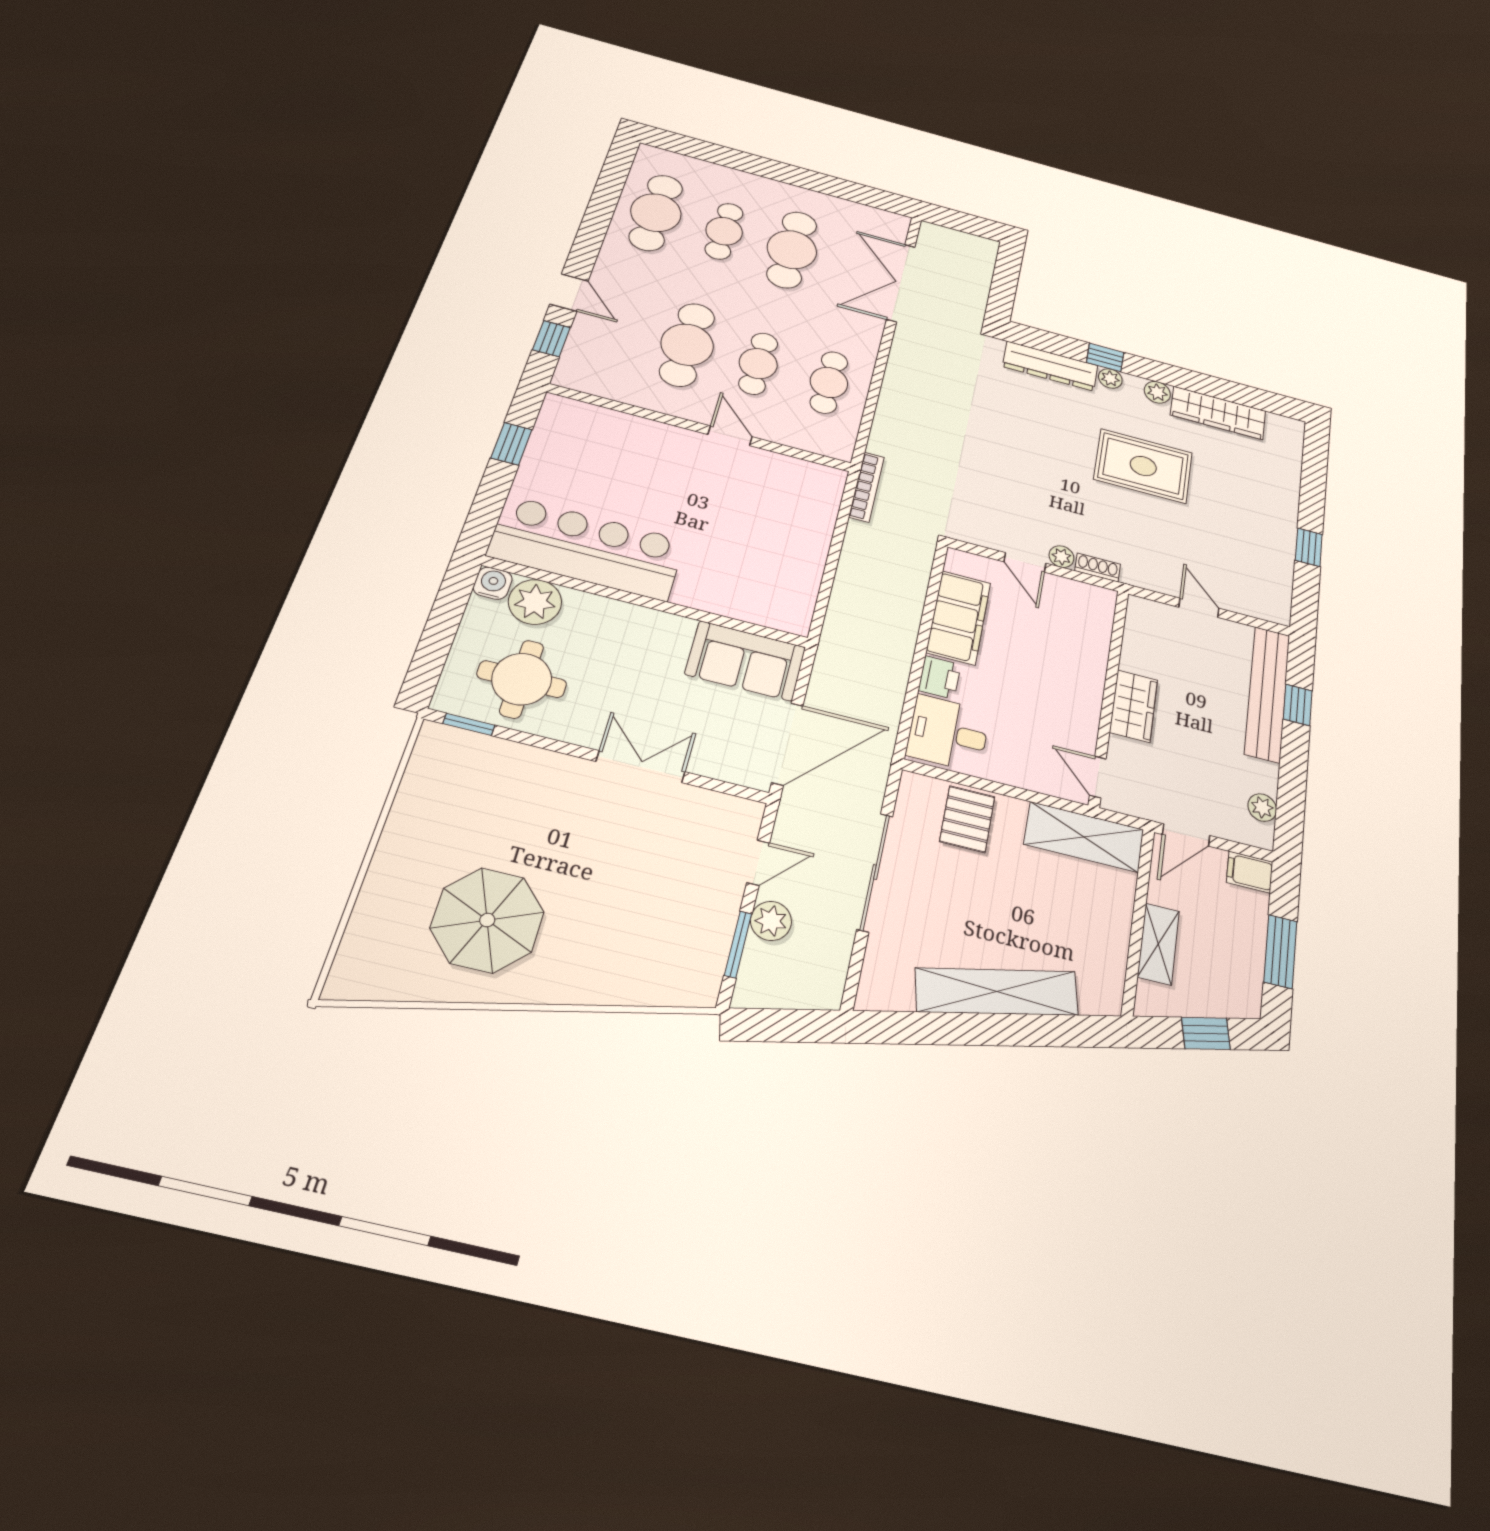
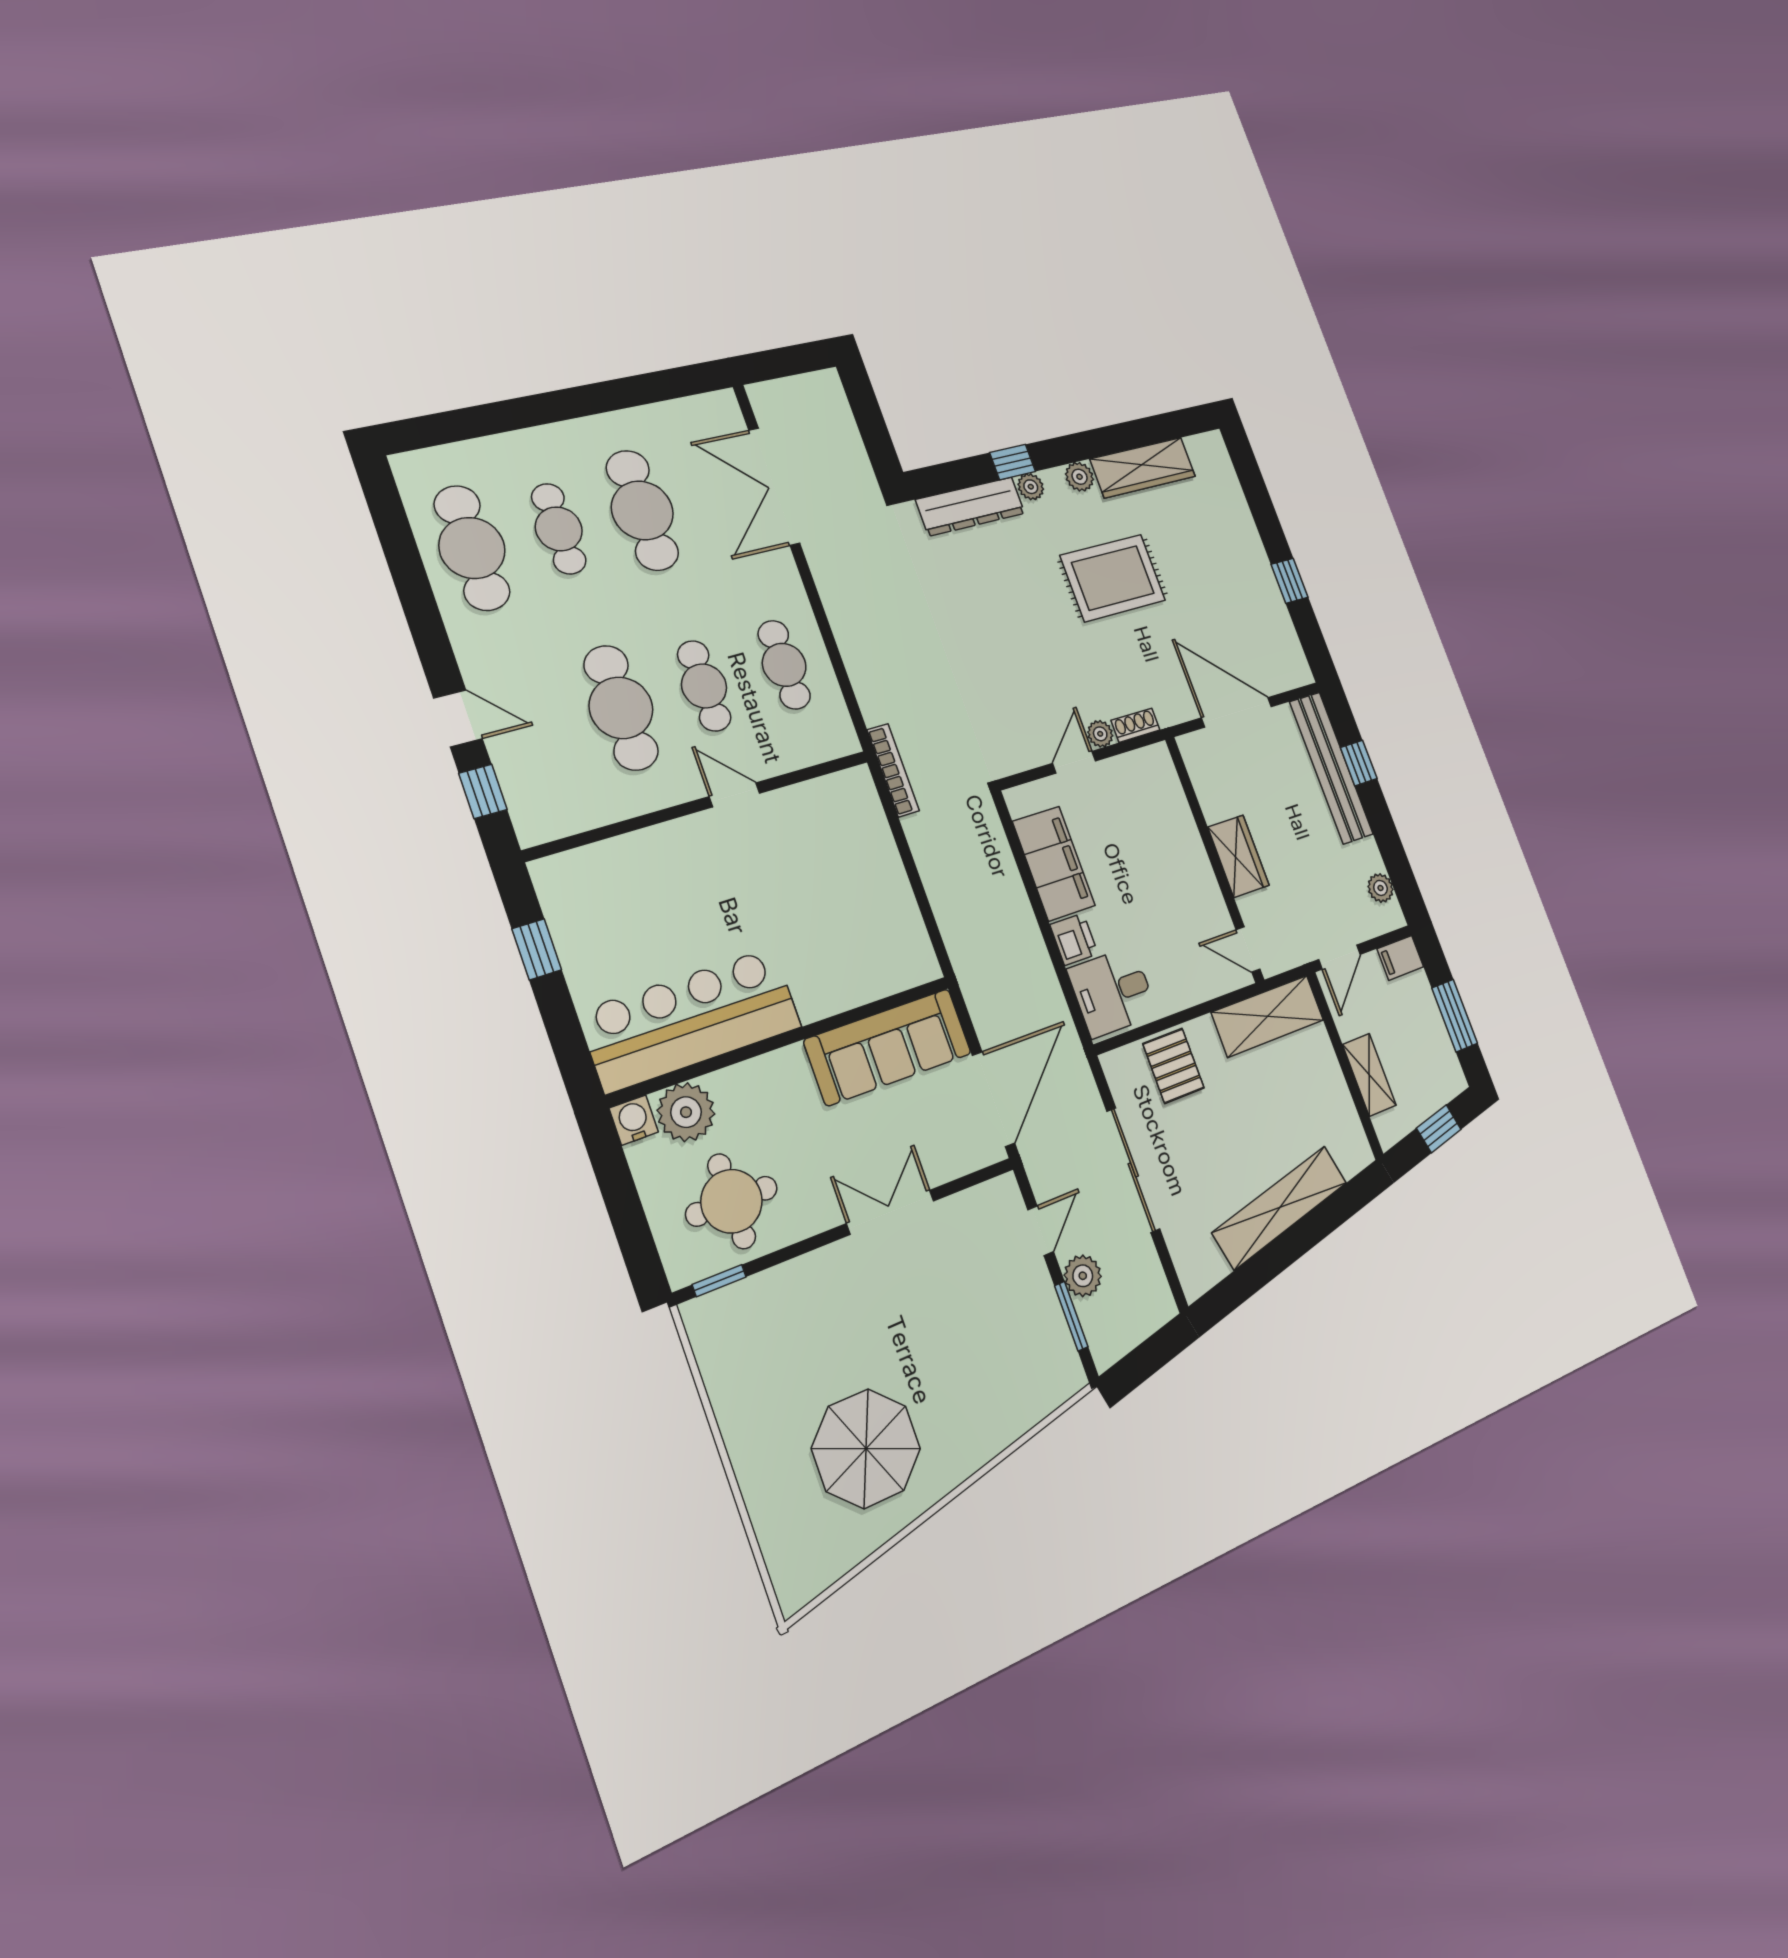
door: (1025, 562) -> (1074, 762), swing flipped
door: (1199, 608) -> (1237, 712), width x1.88
sofa: (746, 661) -> (888, 1047), width x1.36

